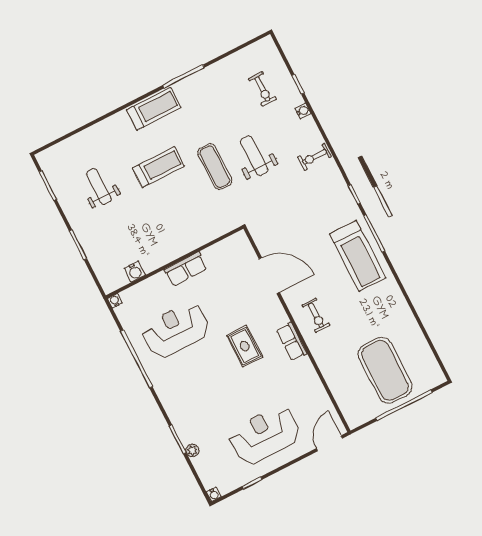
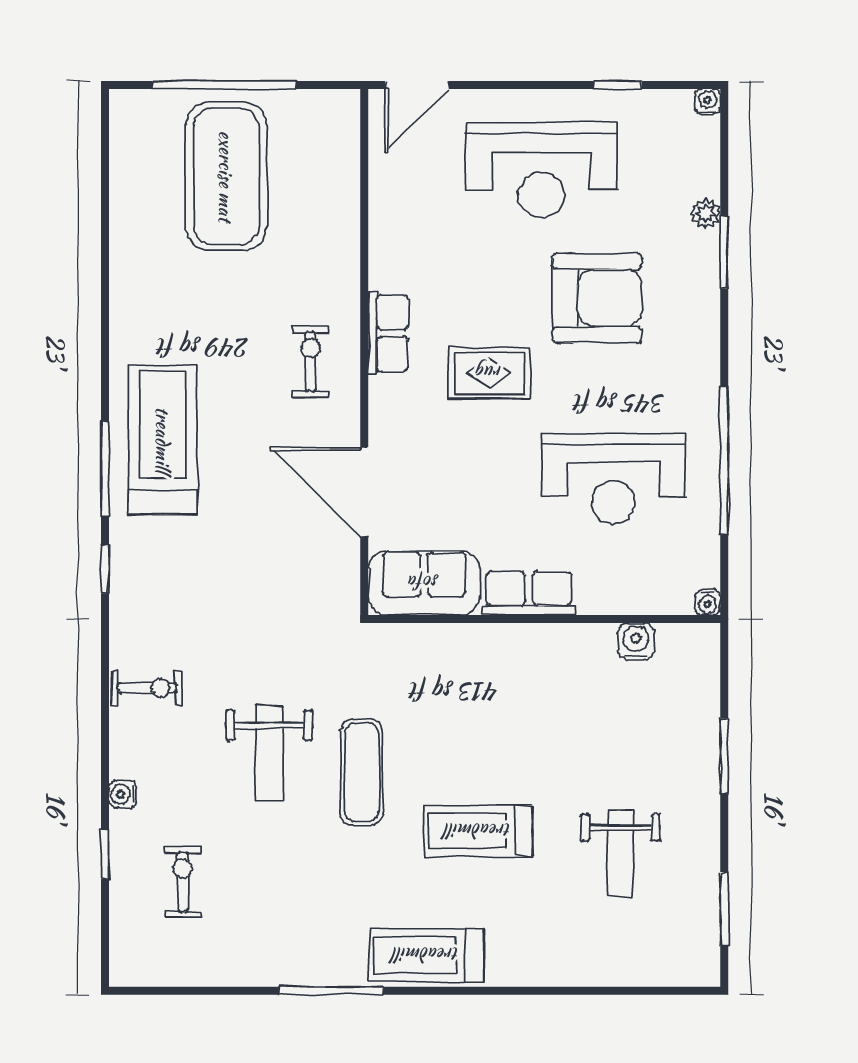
sofa: (228, 252) -> (424, 583), added
rug: (245, 346) -> (489, 373), turned 90
armchair: (218, 397) -> (597, 298), added

